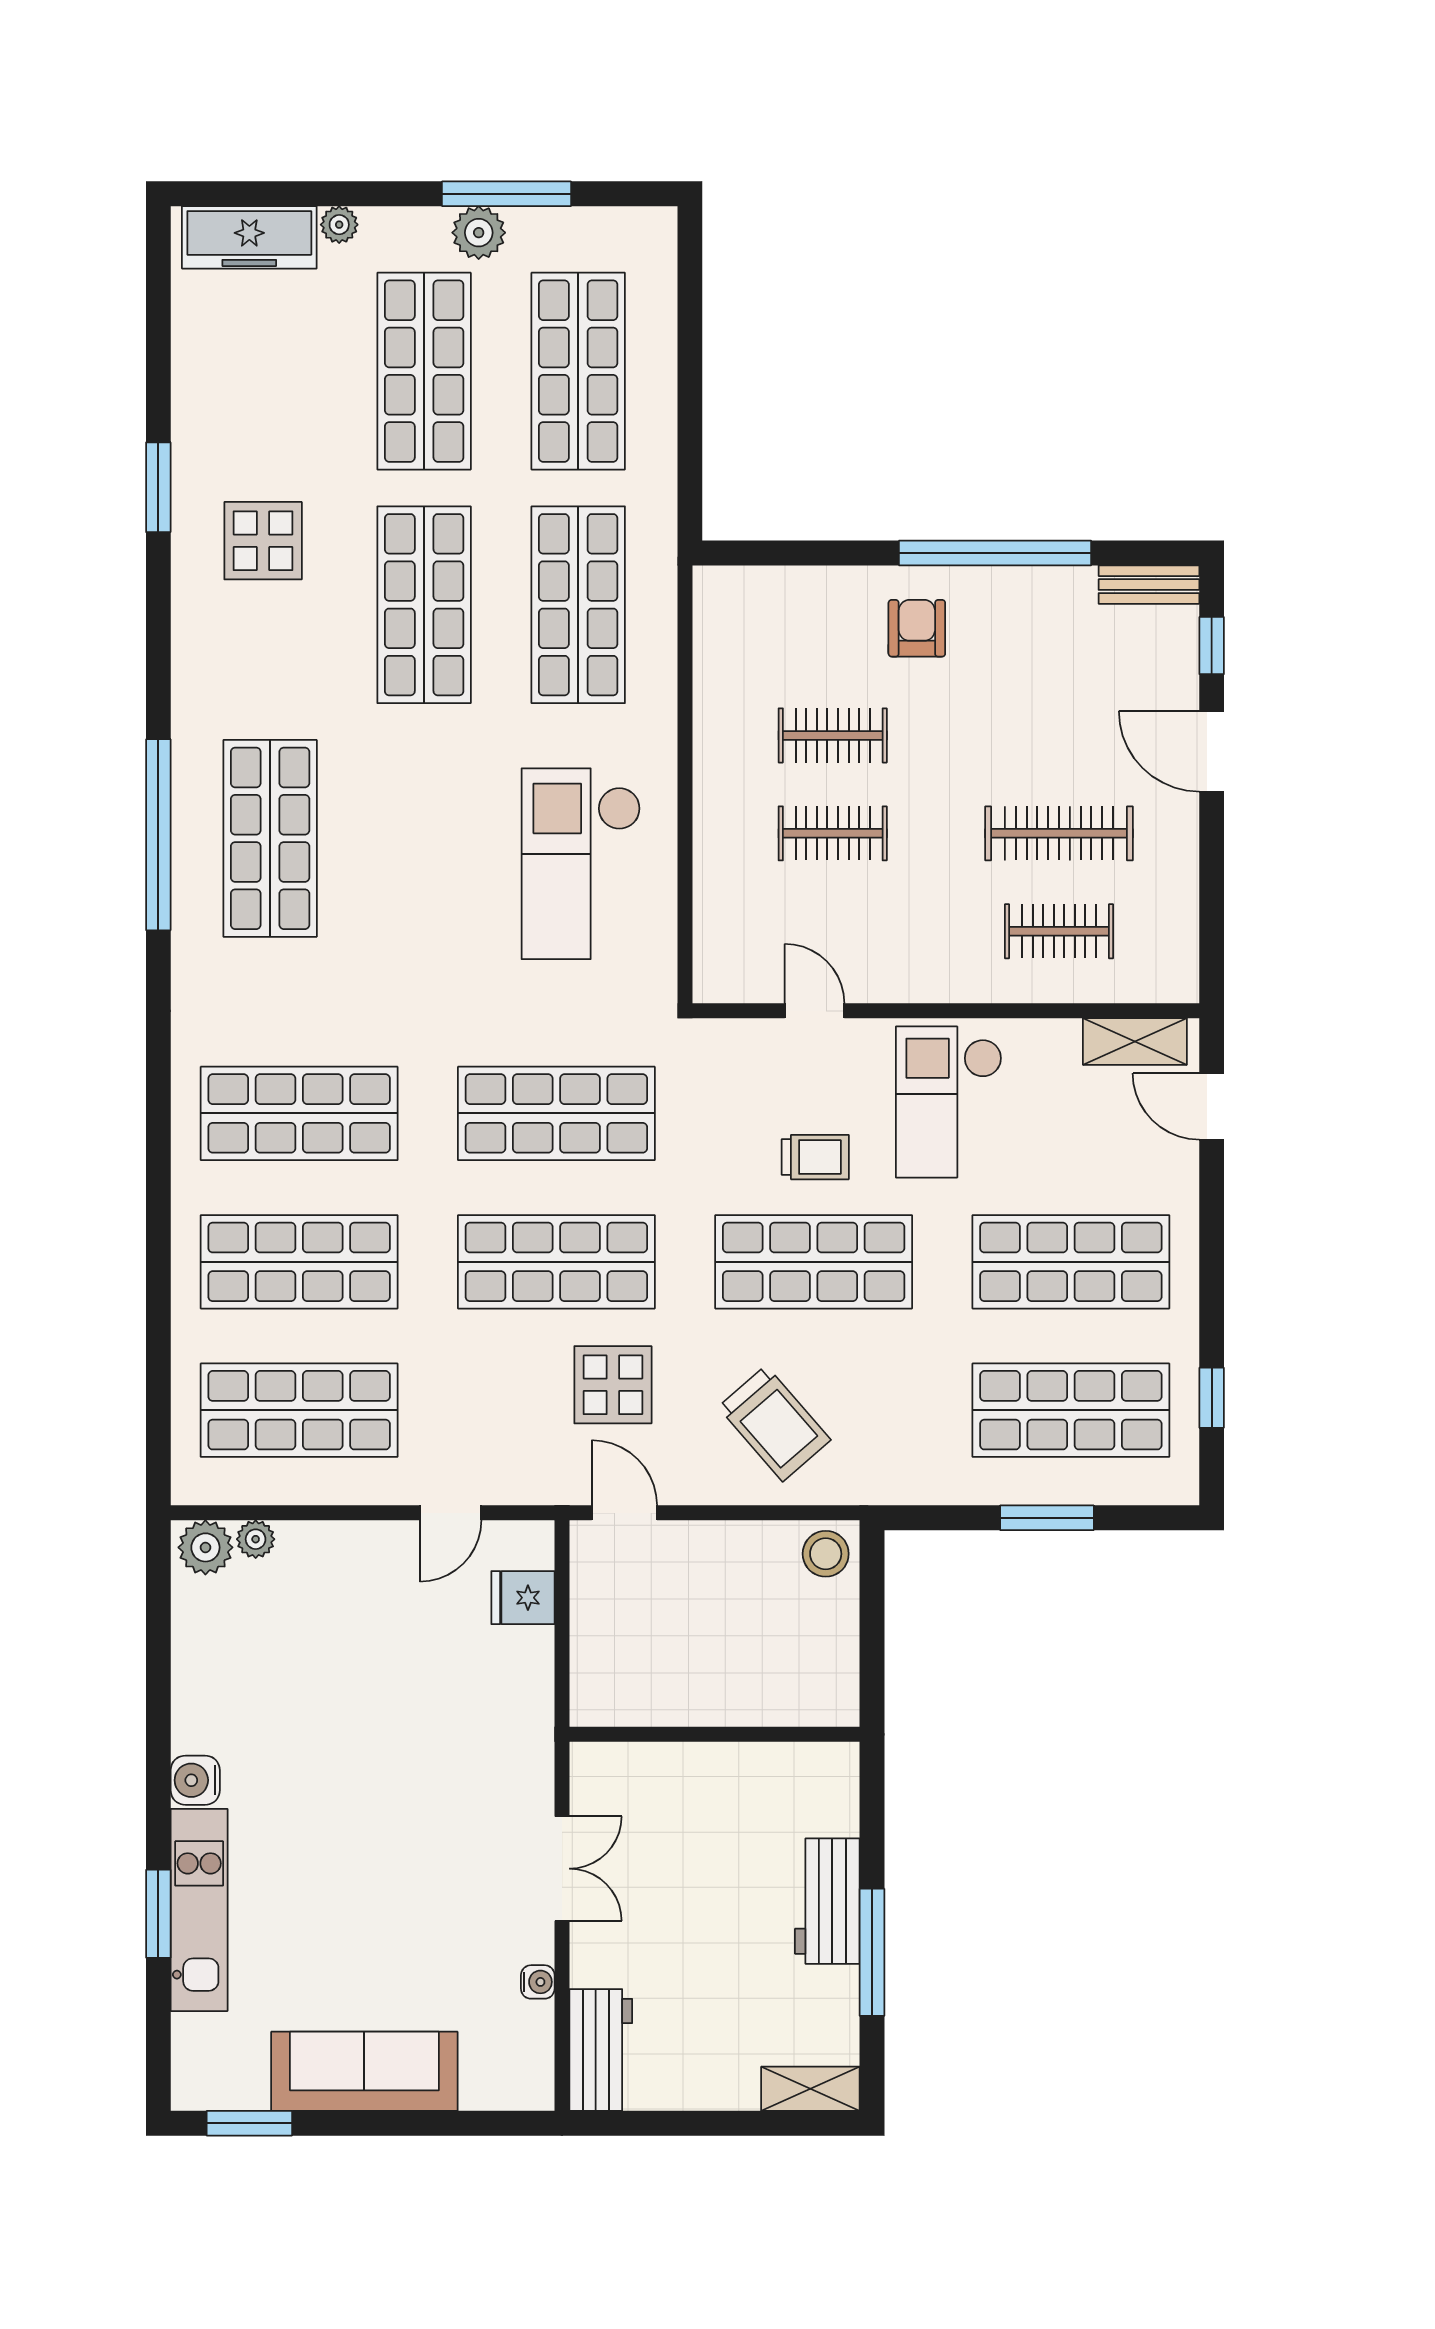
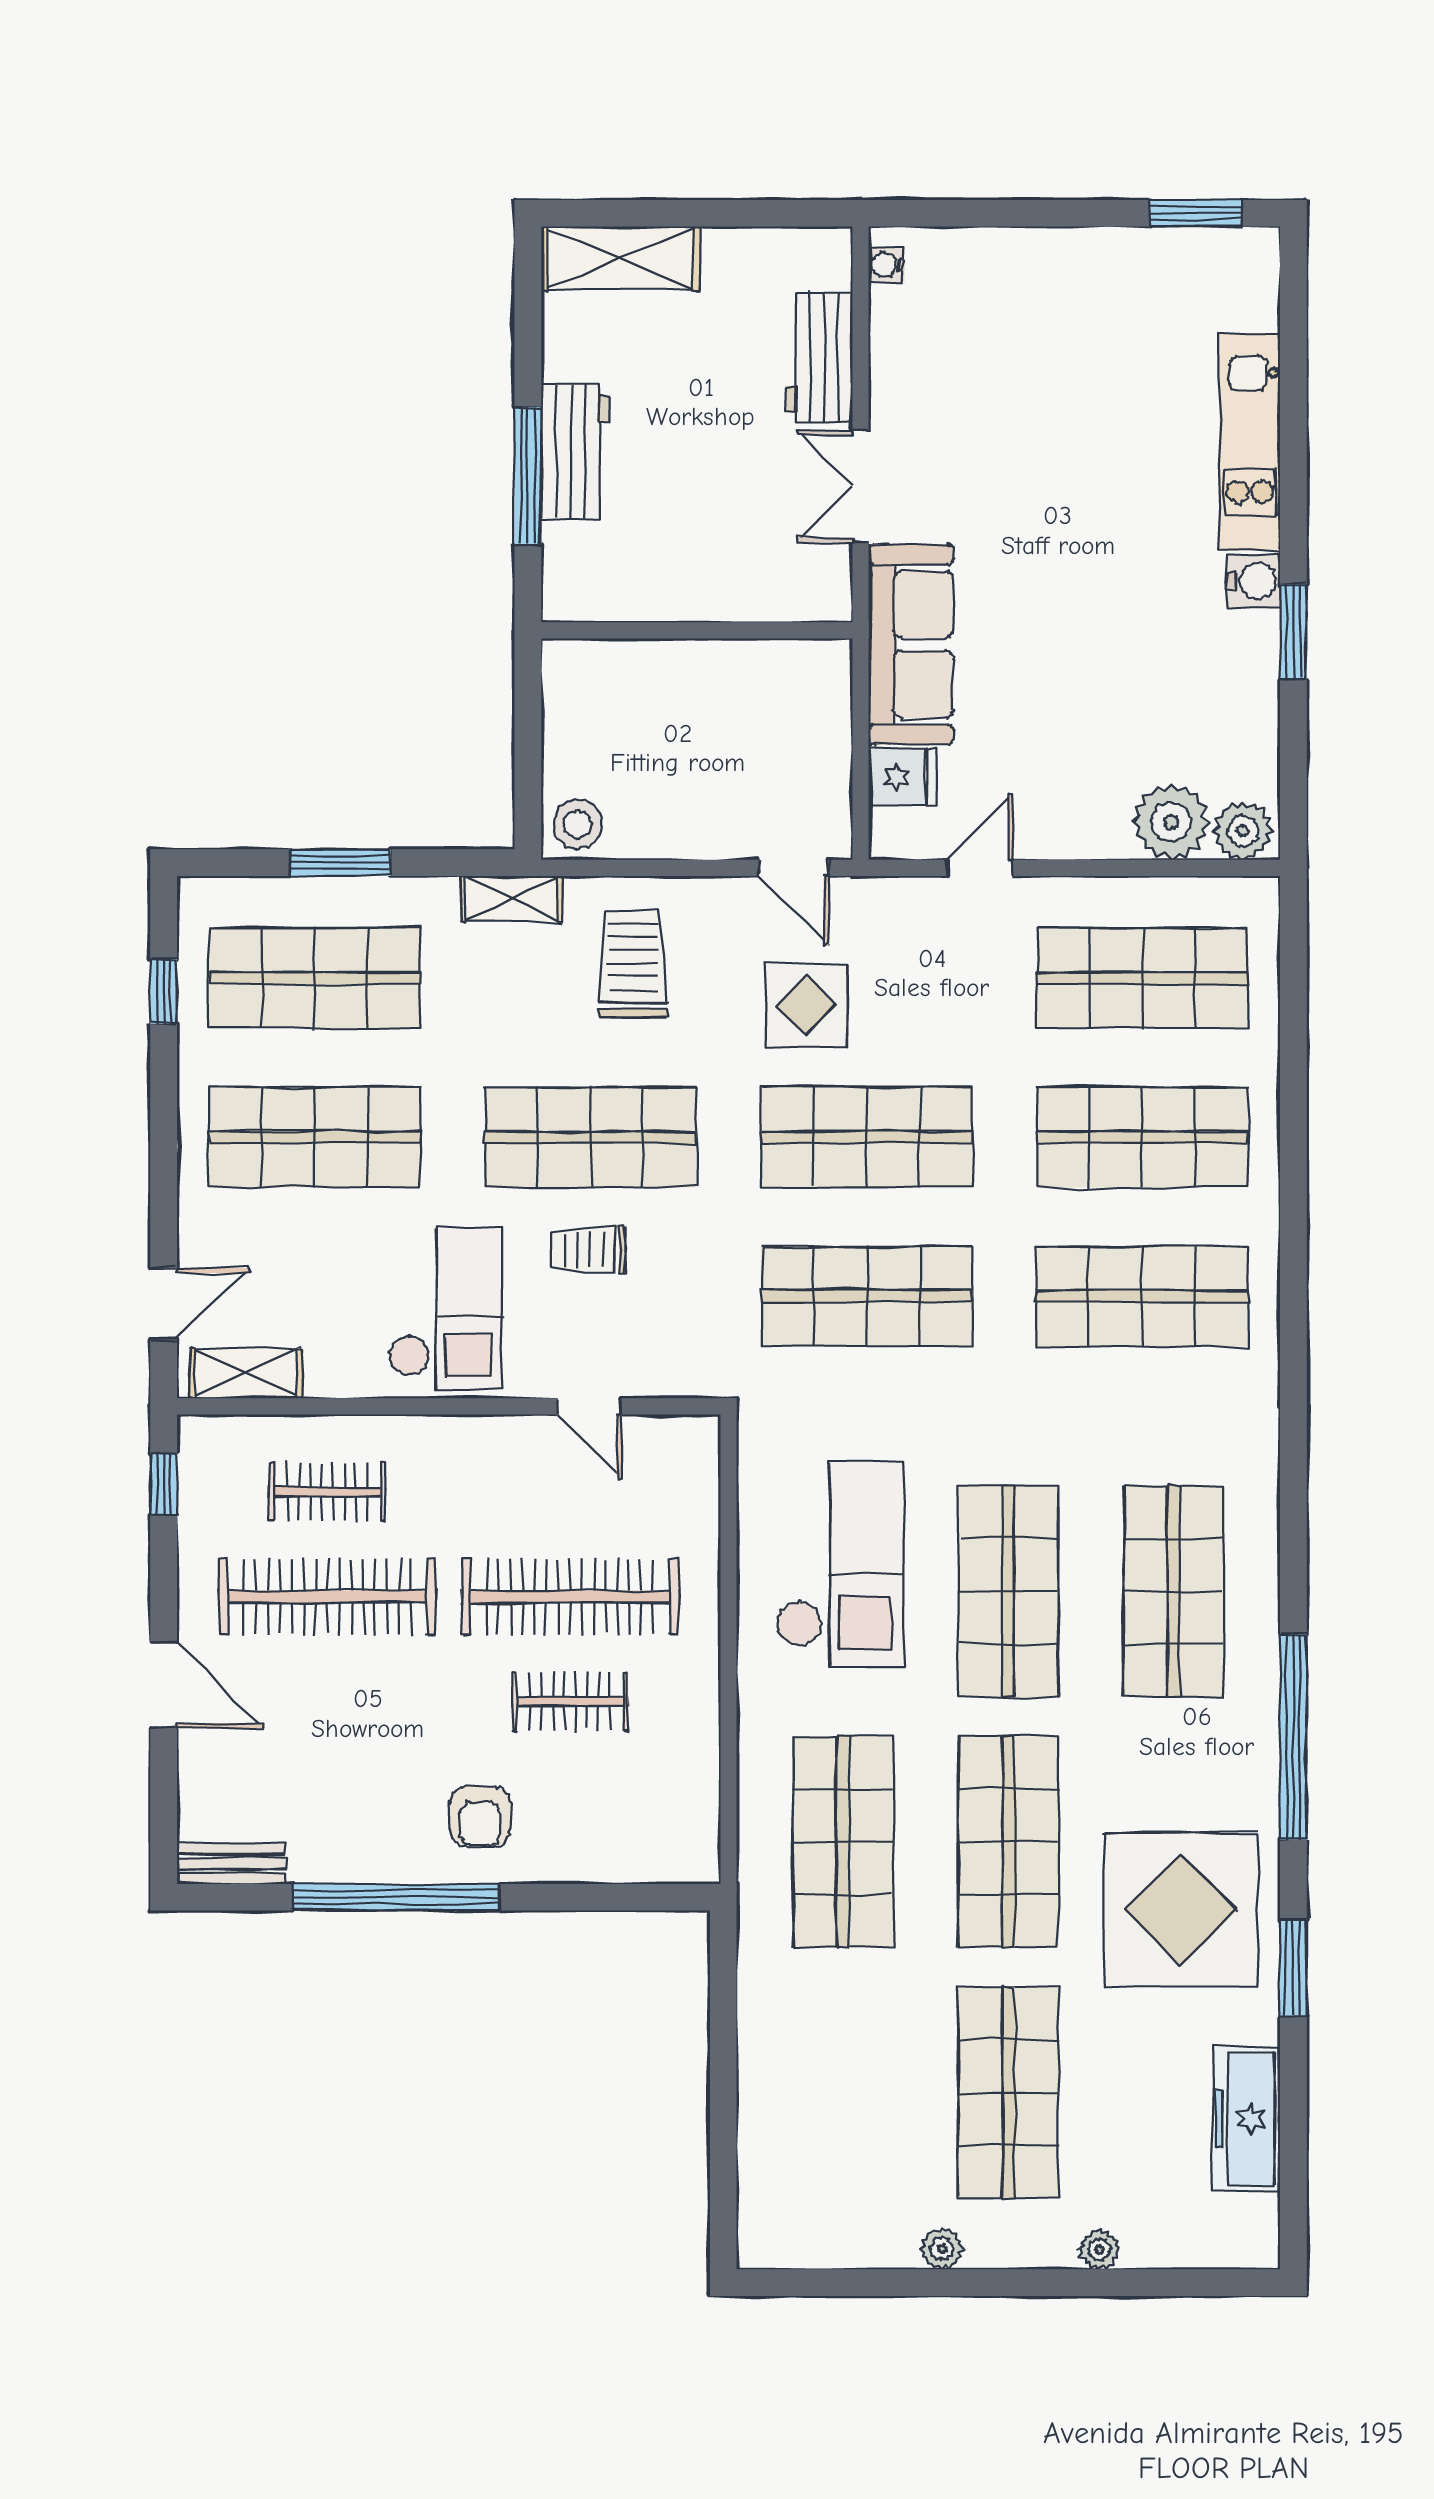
window: (506, 194) -> (920, 2283), removed
plant: (479, 233) -> (942, 2249), width x0.73, depth x0.73
freezer: (249, 237) -> (1247, 2119), moved, turned -90
shop shelf: (578, 371) -> (1008, 1591), moved
display table: (263, 541) -> (1181, 1910), width x1.86, depth x1.86
window: (1212, 646) -> (164, 1484), moved
clothes rail: (833, 833) -> (570, 1597), width x1.86, depth x1.31
clothes rail: (1059, 833) -> (327, 1597), width x1.37, depth x1.31
window: (158, 835) -> (1293, 1737), moved
door: (1212, 1106) -> (164, 1304), hinge flipped
trolley: (774, 1423) -> (633, 964), turned 41
shelving: (887, 1484) -> (512, 899), added
plant: (256, 1539) -> (1171, 822), width x1.88, depth x1.88
window: (158, 1914) -> (1293, 632), moved
window: (872, 1952) -> (528, 476), moved
water cooler: (538, 1982) -> (886, 265), moved
workbench: (601, 2050) -> (819, 357), moved
sofa: (364, 2071) -> (911, 644), moved, turned -90
shelving: (810, 2089) -> (620, 258), width x1.50, depth x1.33

